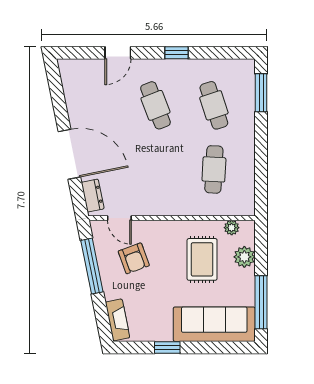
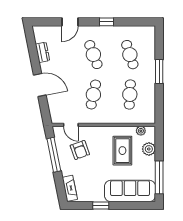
window: (261, 93) -> (159, 71), moved
door: (69, 154) -> (40, 85), width x0.73
cafe table: (155, 169) -> (93, 94), added
dresser: (93, 196) -> (43, 52), moved

